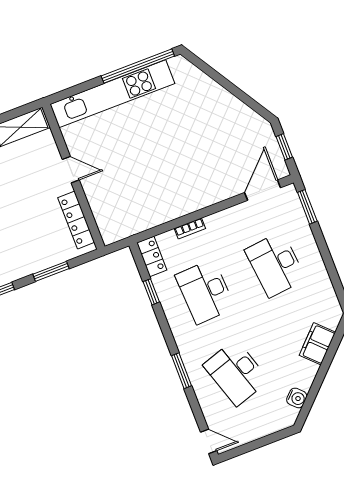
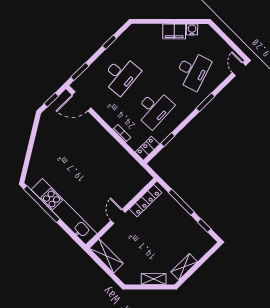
window: (331, 269) -> (109, 42), added
window: (51, 271) -> (181, 202), width x1.44
filing cabinet: (317, 344) -> (174, 31), moved

